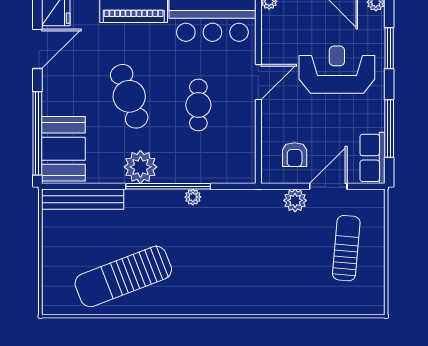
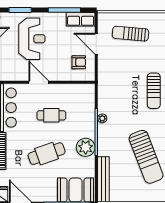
reception desk: (337, 70) -> (32, 39), turned 180
plant: (295, 200) -> (104, 62), removed
sun lounger: (243, 290) -> (154, 91), added

